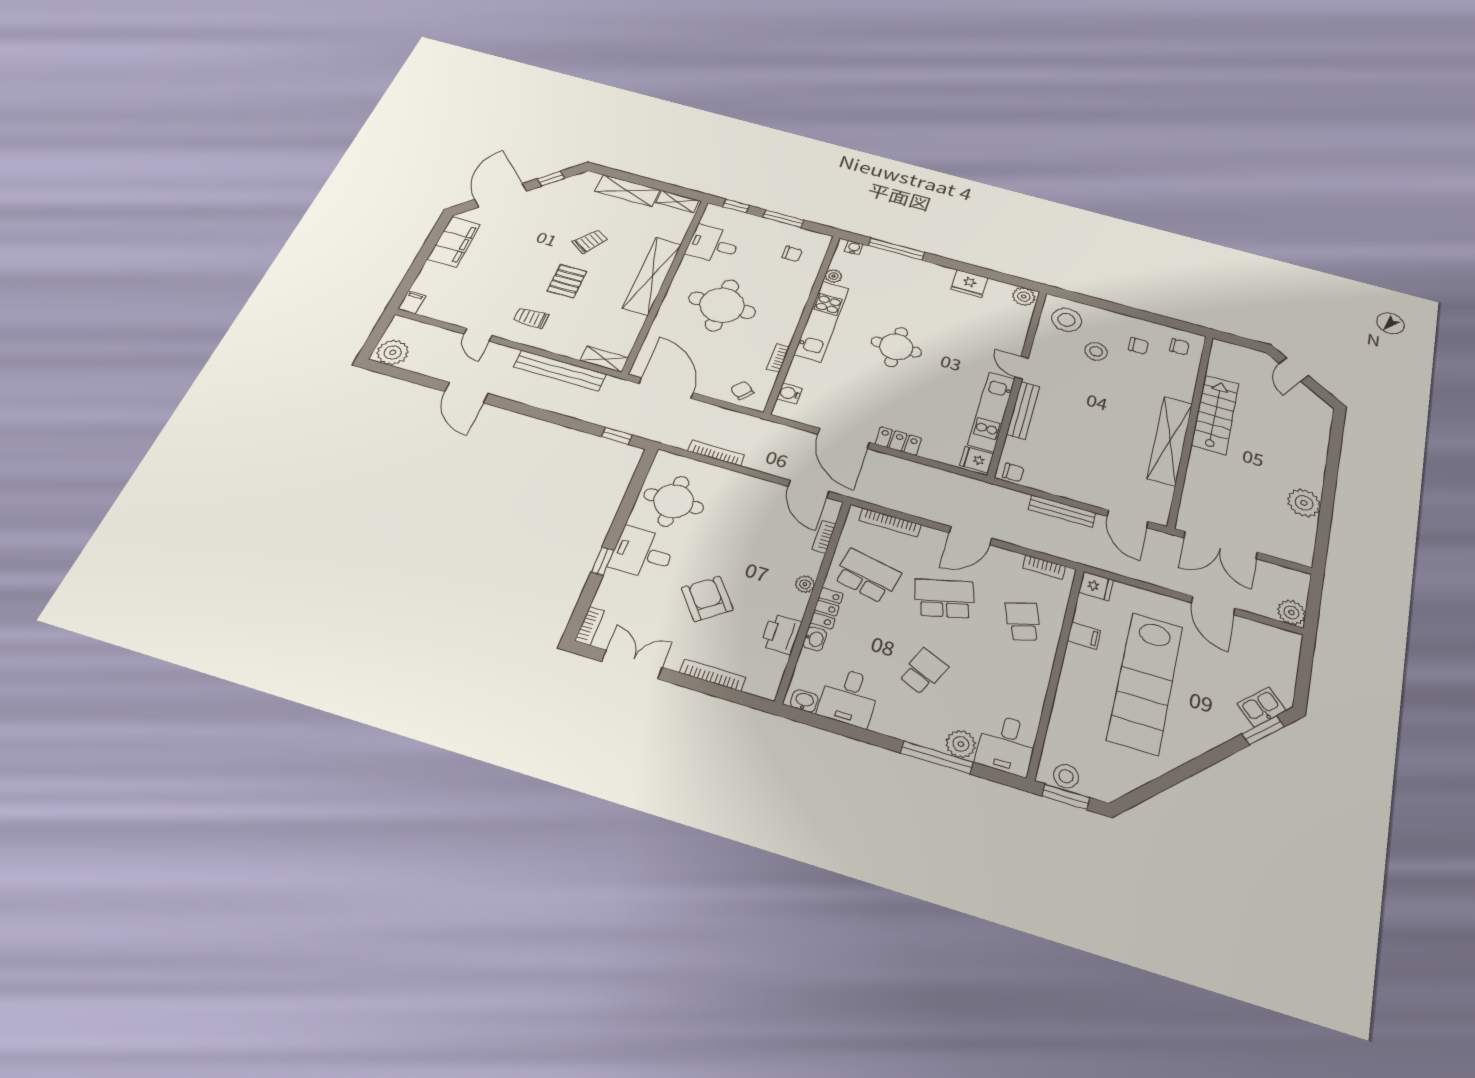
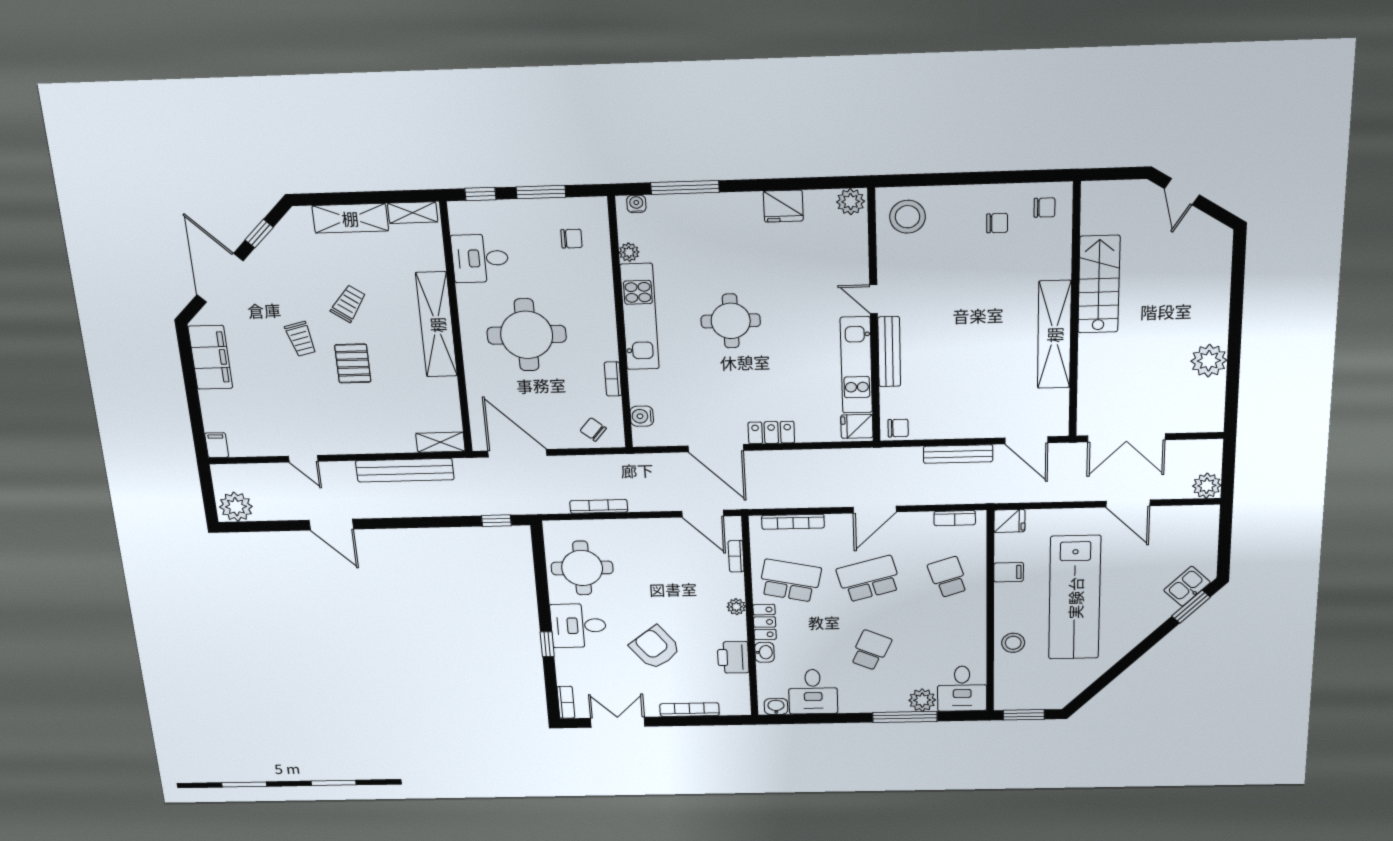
trolley: (531, 318) -> (301, 339), moved, turned -104
stool: (1096, 351) -> (951, 248), removed
stool: (1066, 776) -> (1013, 643), moved

